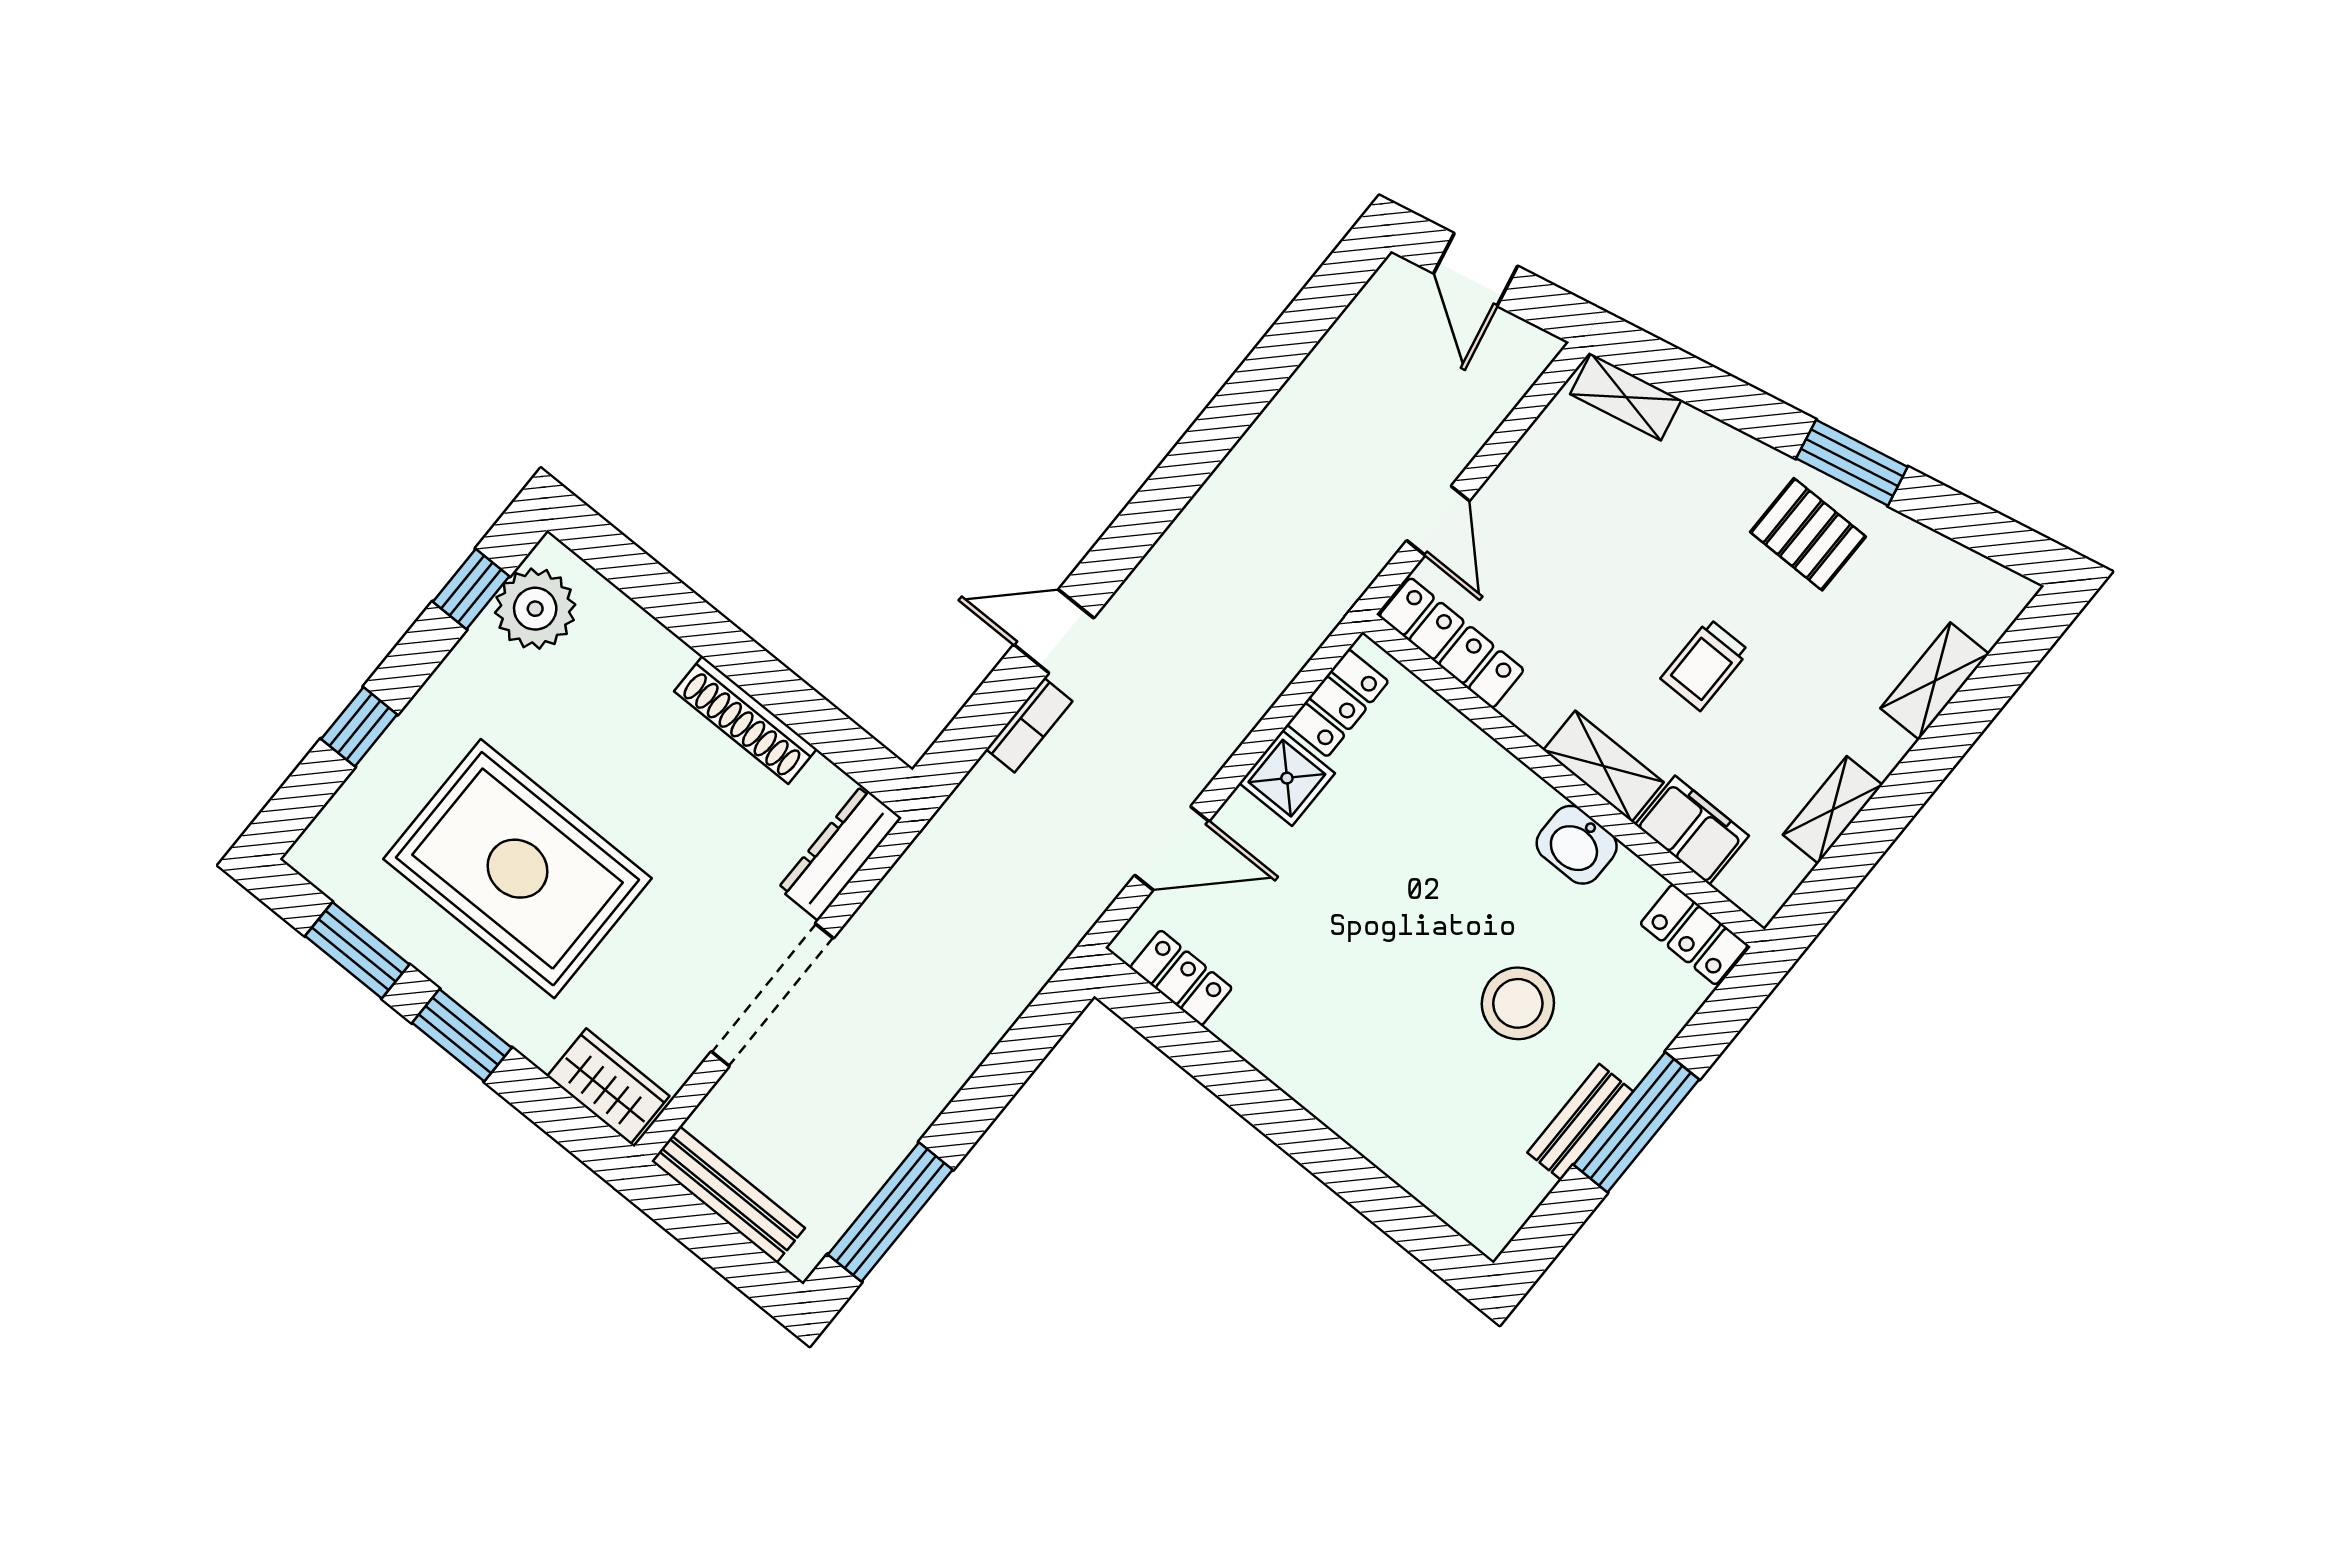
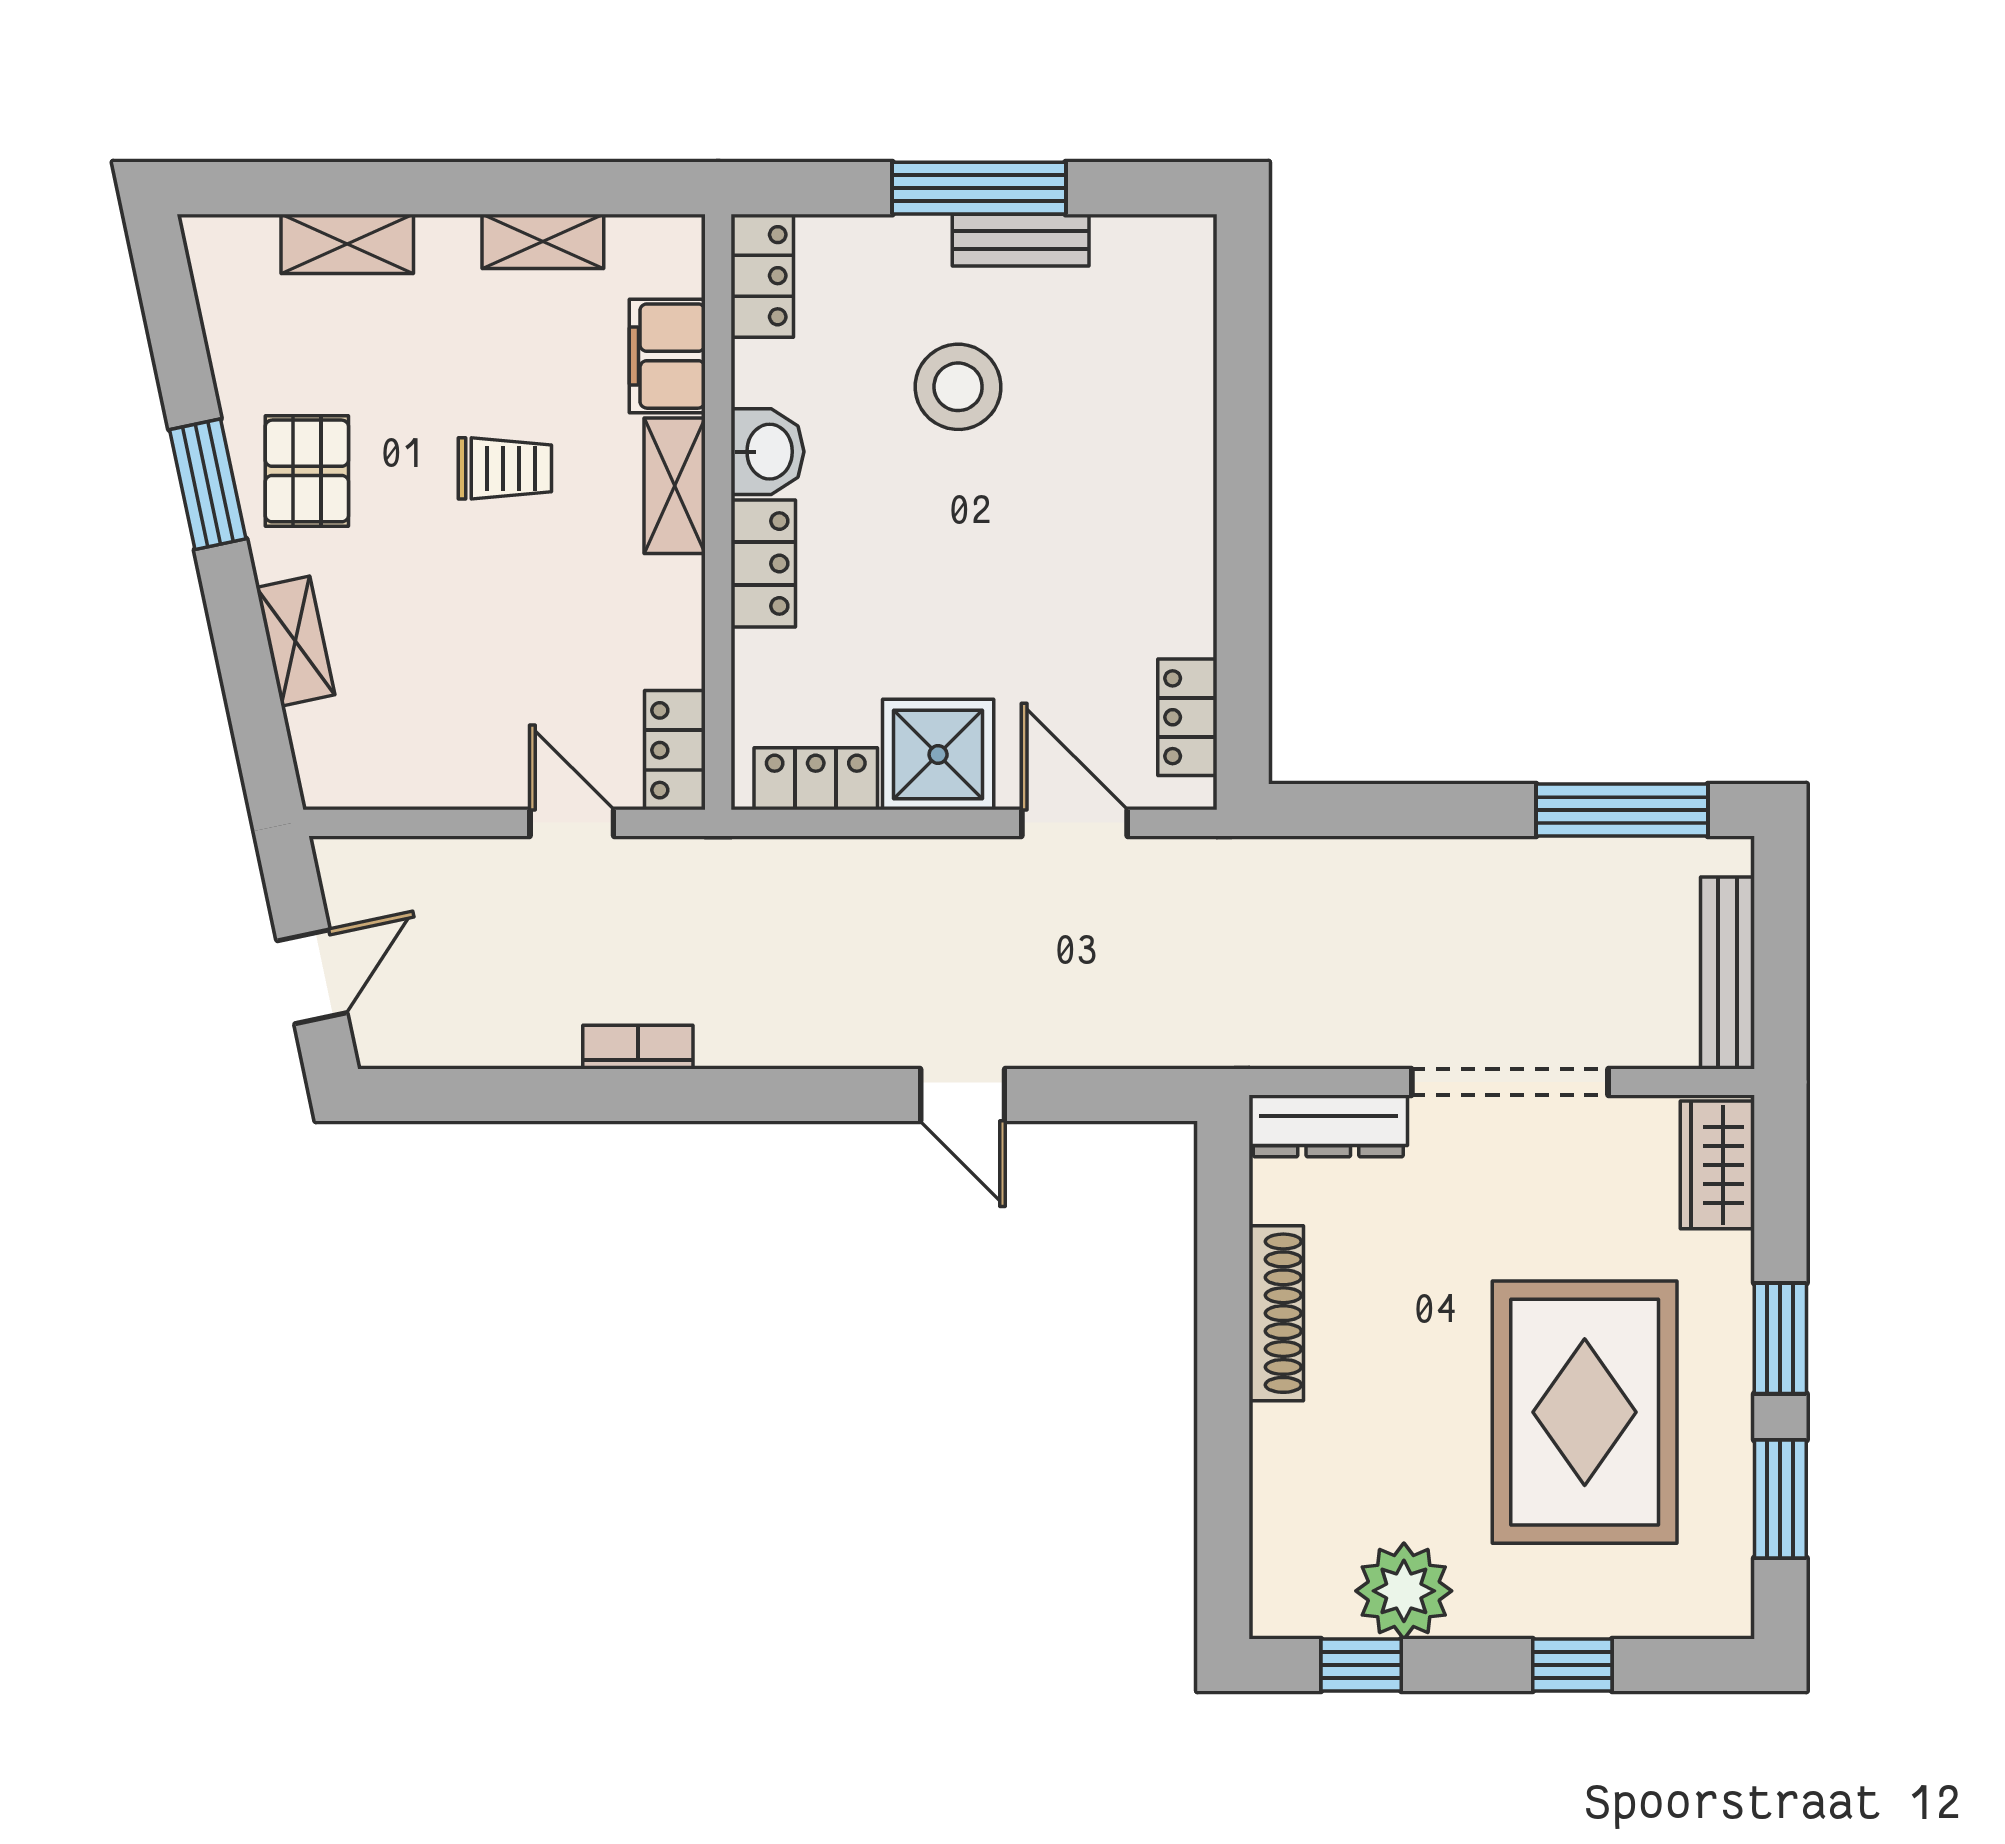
shelving: (1626, 397) -> (295, 641), moved
door: (1438, 521) -> (572, 823), hinge flipped
plant: (535, 609) -> (1404, 1591), moved
locker: (1451, 643) -> (675, 750), width x0.66
bookcase: (1029, 725) -> (638, 1047), moved
shower: (1287, 778) -> (938, 755), width x1.36, depth x1.36
locker: (1506, 783) -> (763, 564), added

